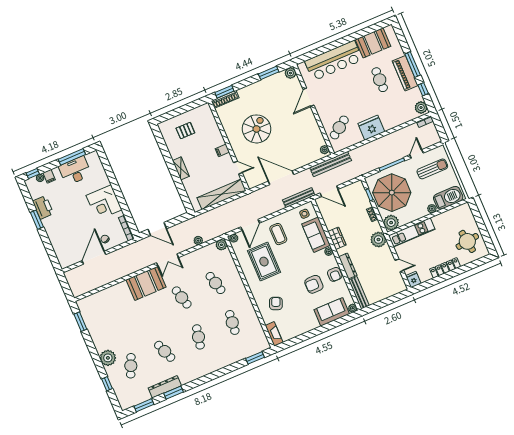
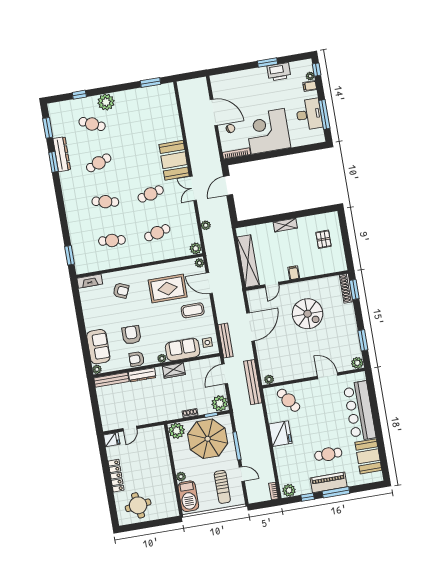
corner desk: (104, 203) -> (268, 131), width x1.36, depth x1.36
kitchen unit: (412, 232) -> (161, 450), removed
plant: (378, 240) -> (220, 403), moved

